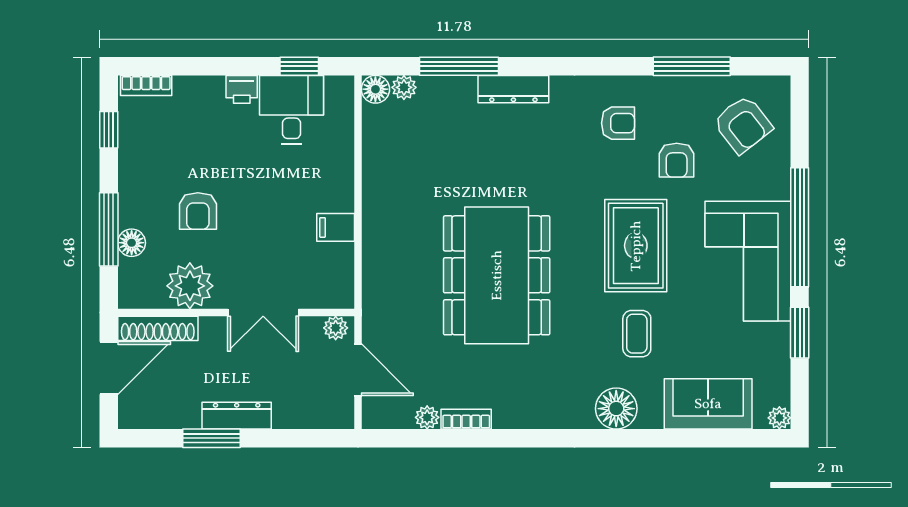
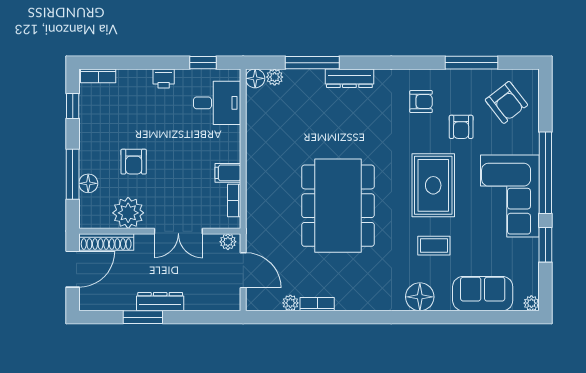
desk: (292, 110) -> (217, 103), moved, turned 90
bookcase: (345, 268) -> (234, 200), added
coffee table: (637, 334) -> (434, 246), turned 90

